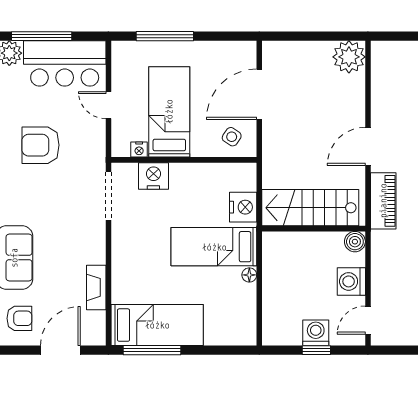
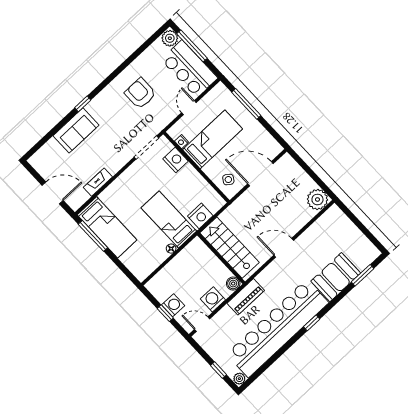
piano: (383, 201) -> (246, 297), moved
armchair: (19, 318) -> (50, 160), removed

